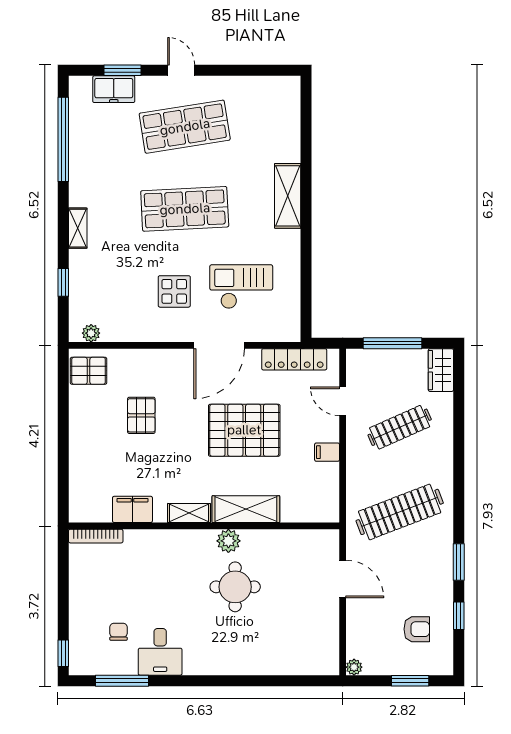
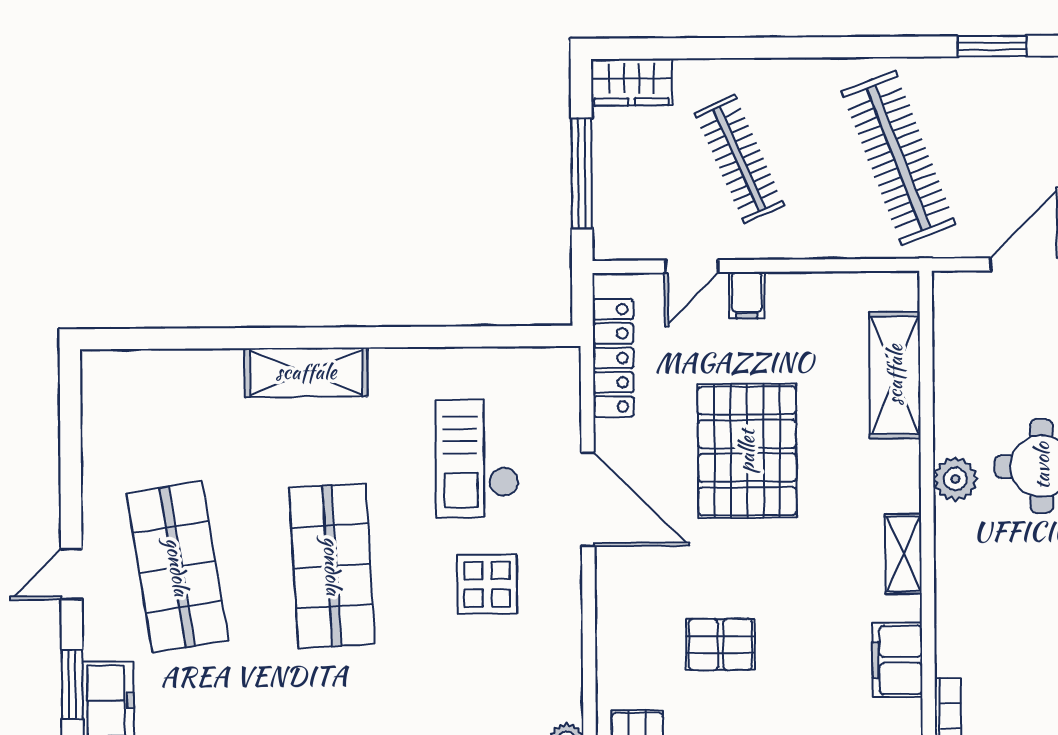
filing cabinet: (327, 452) -> (747, 295), moved
shelving: (246, 509) -> (895, 375), moved

